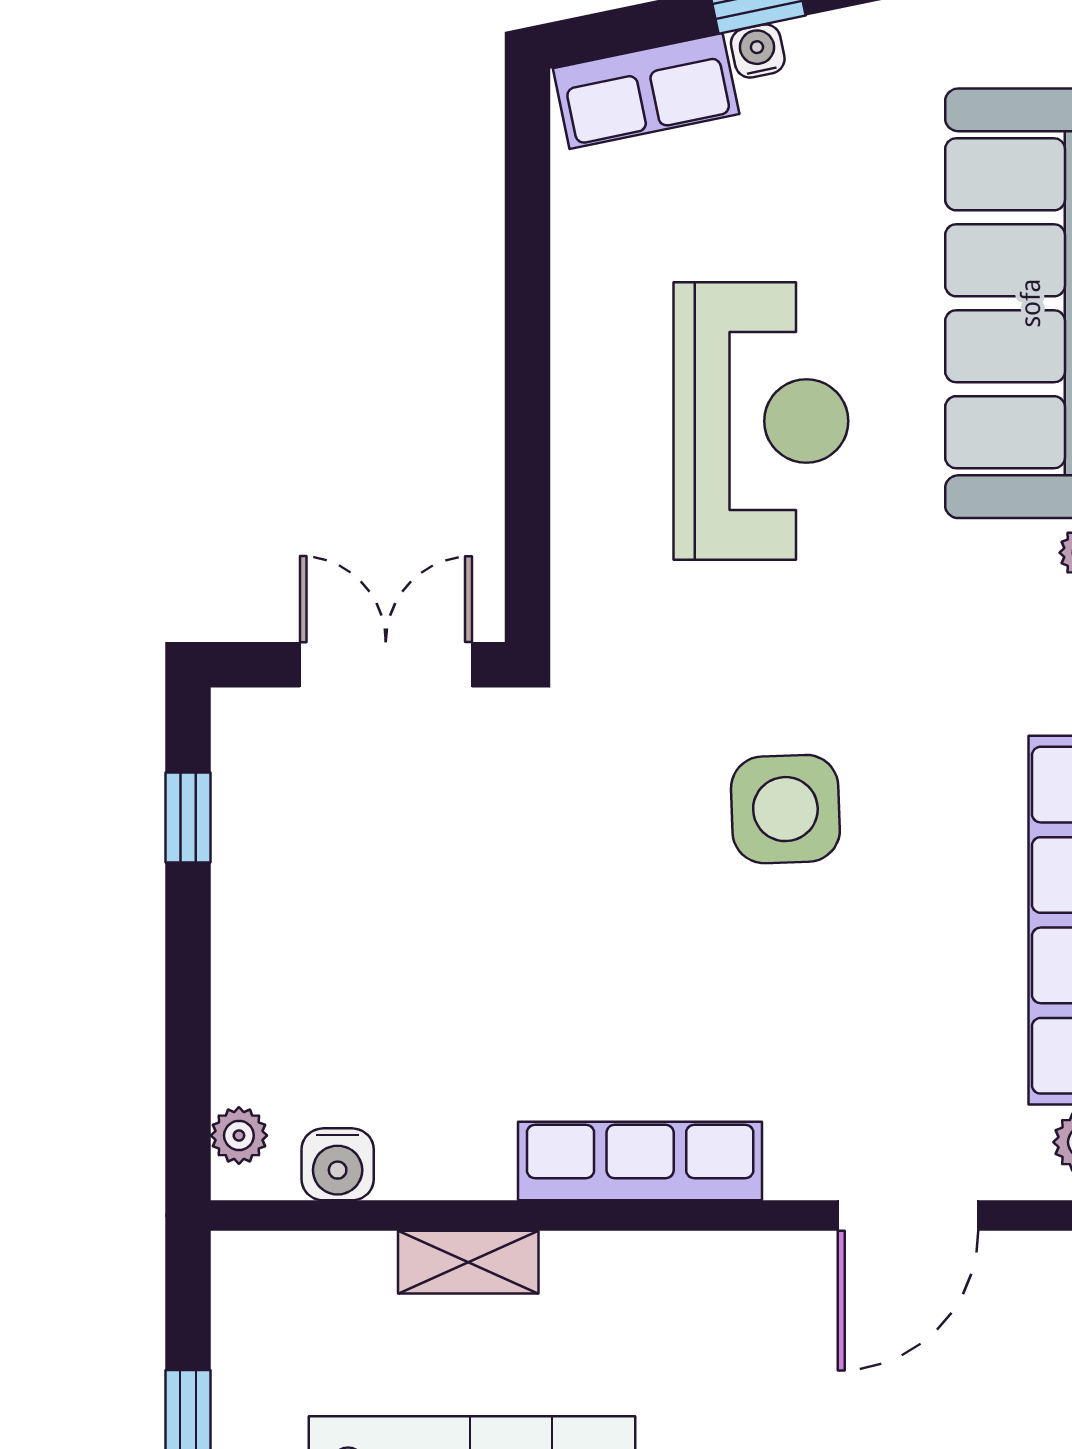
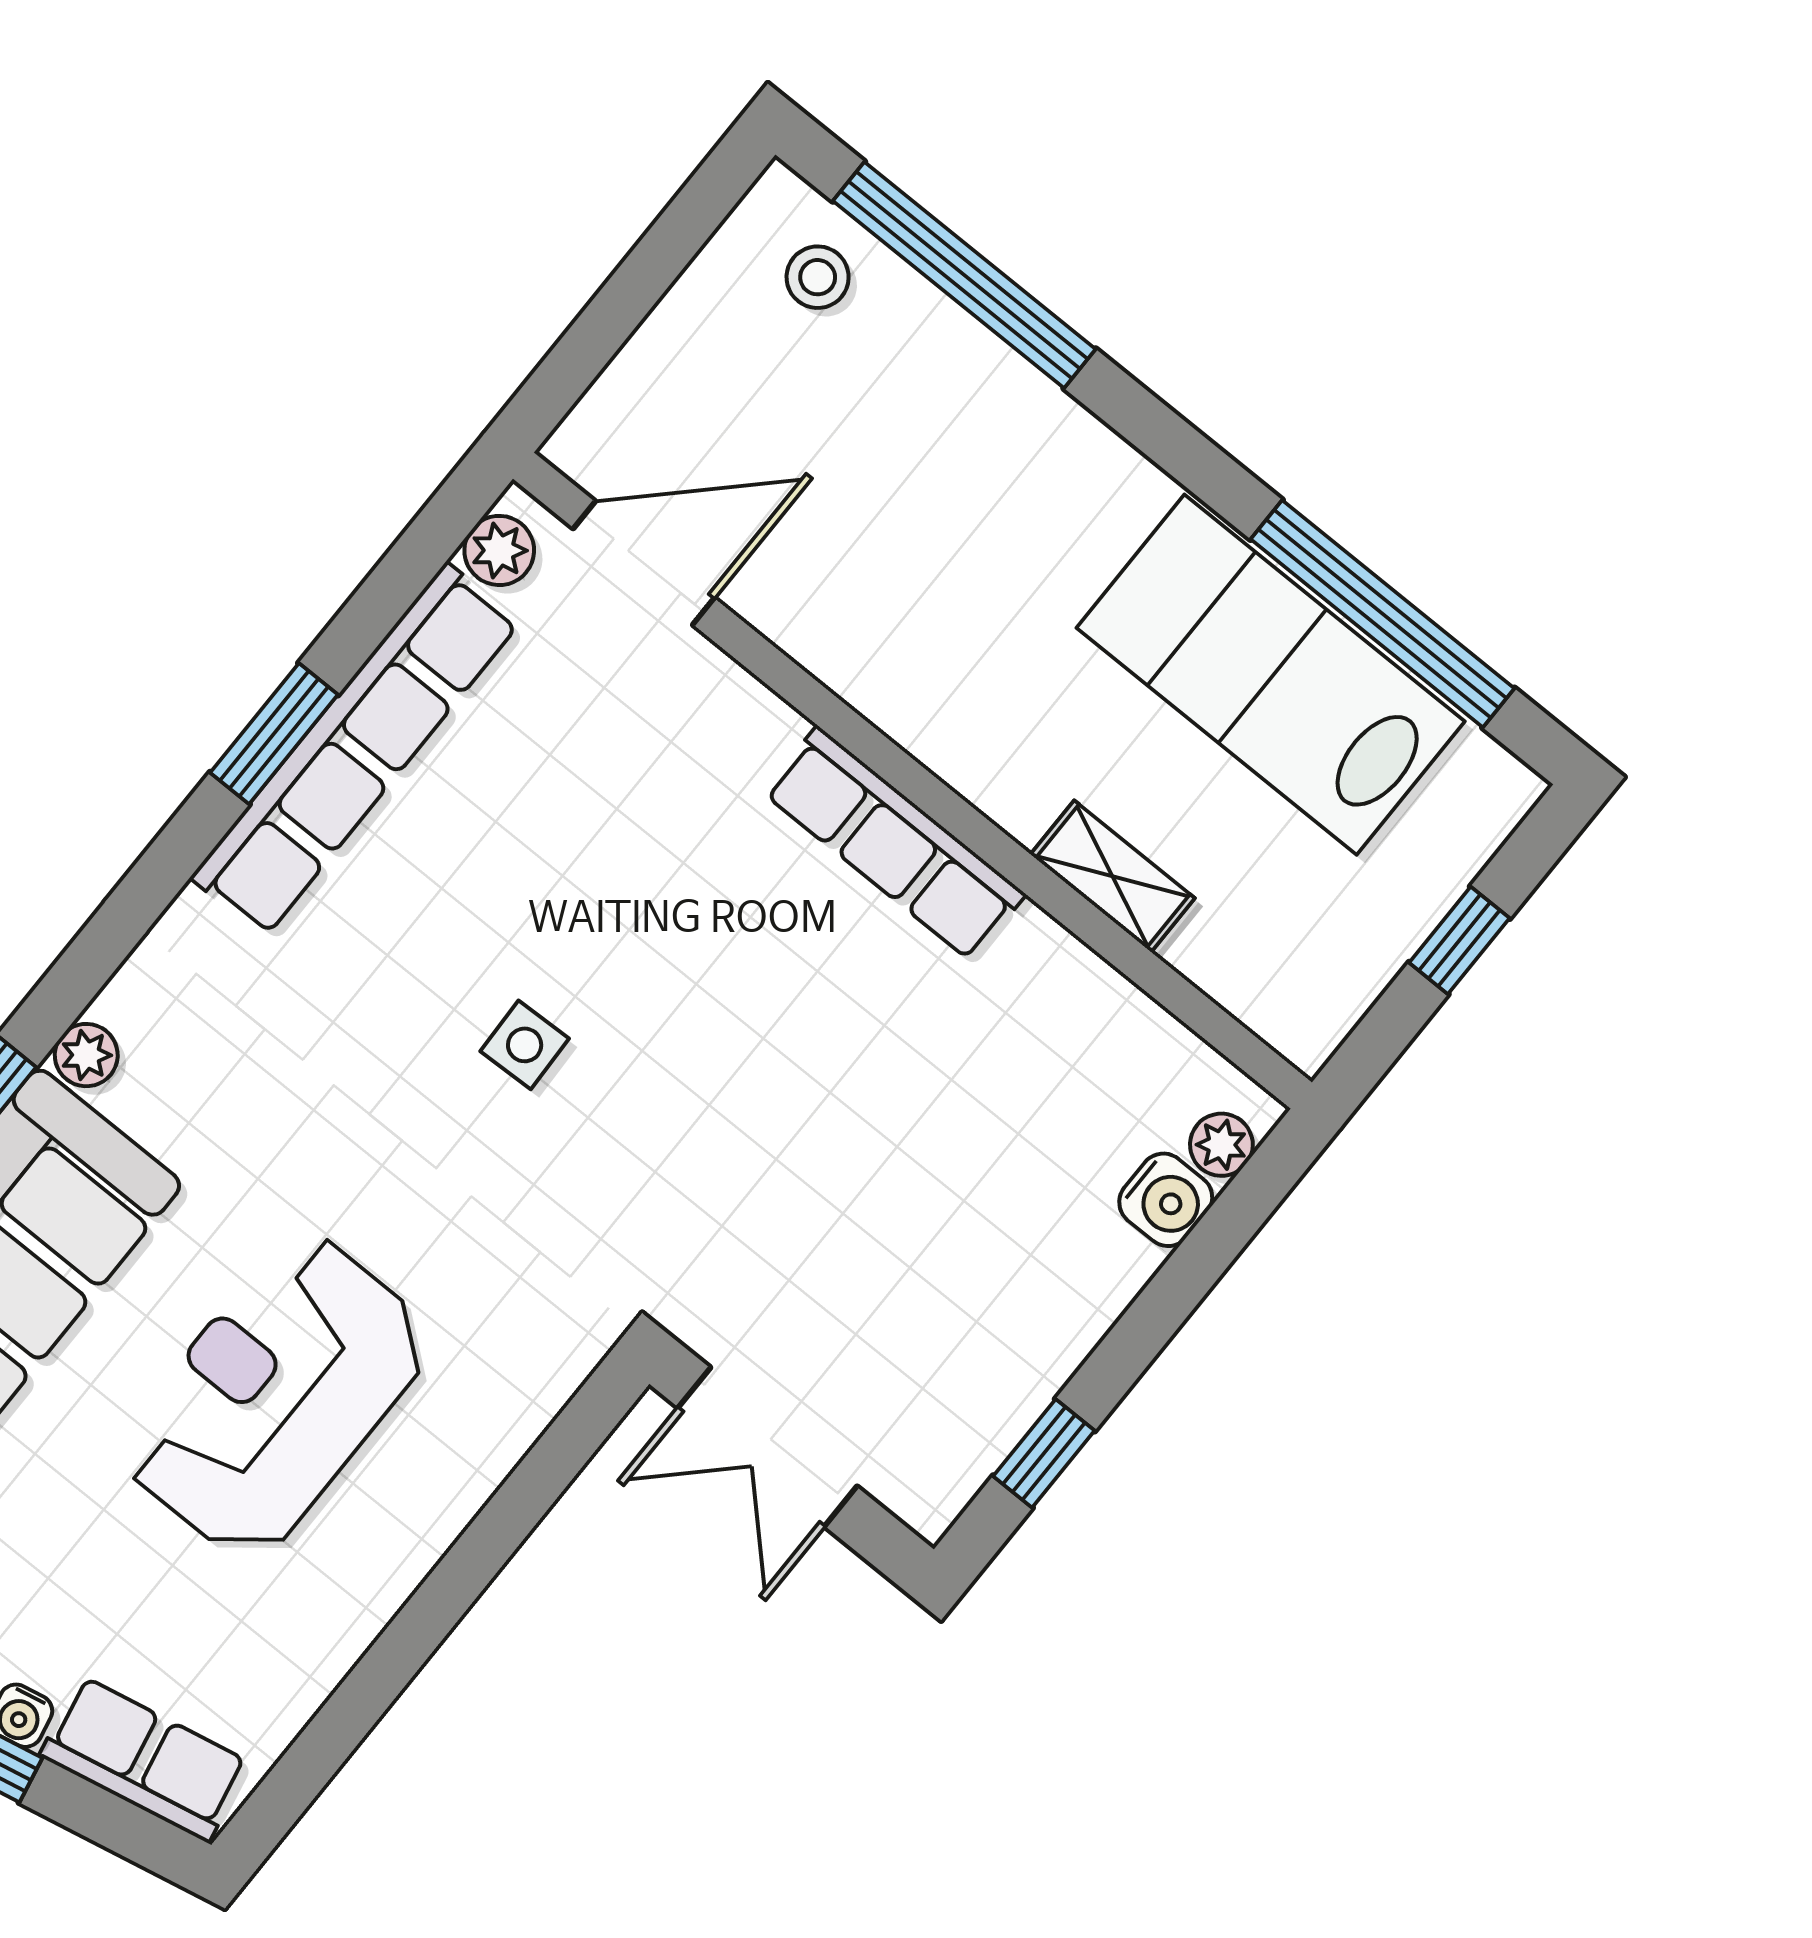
side table: (785, 809) -> (525, 1045), width x0.54, depth x0.54
water cooler: (338, 1164) -> (1166, 1200), moved, turned 90
door: (908, 1215) -> (644, 563), moved

